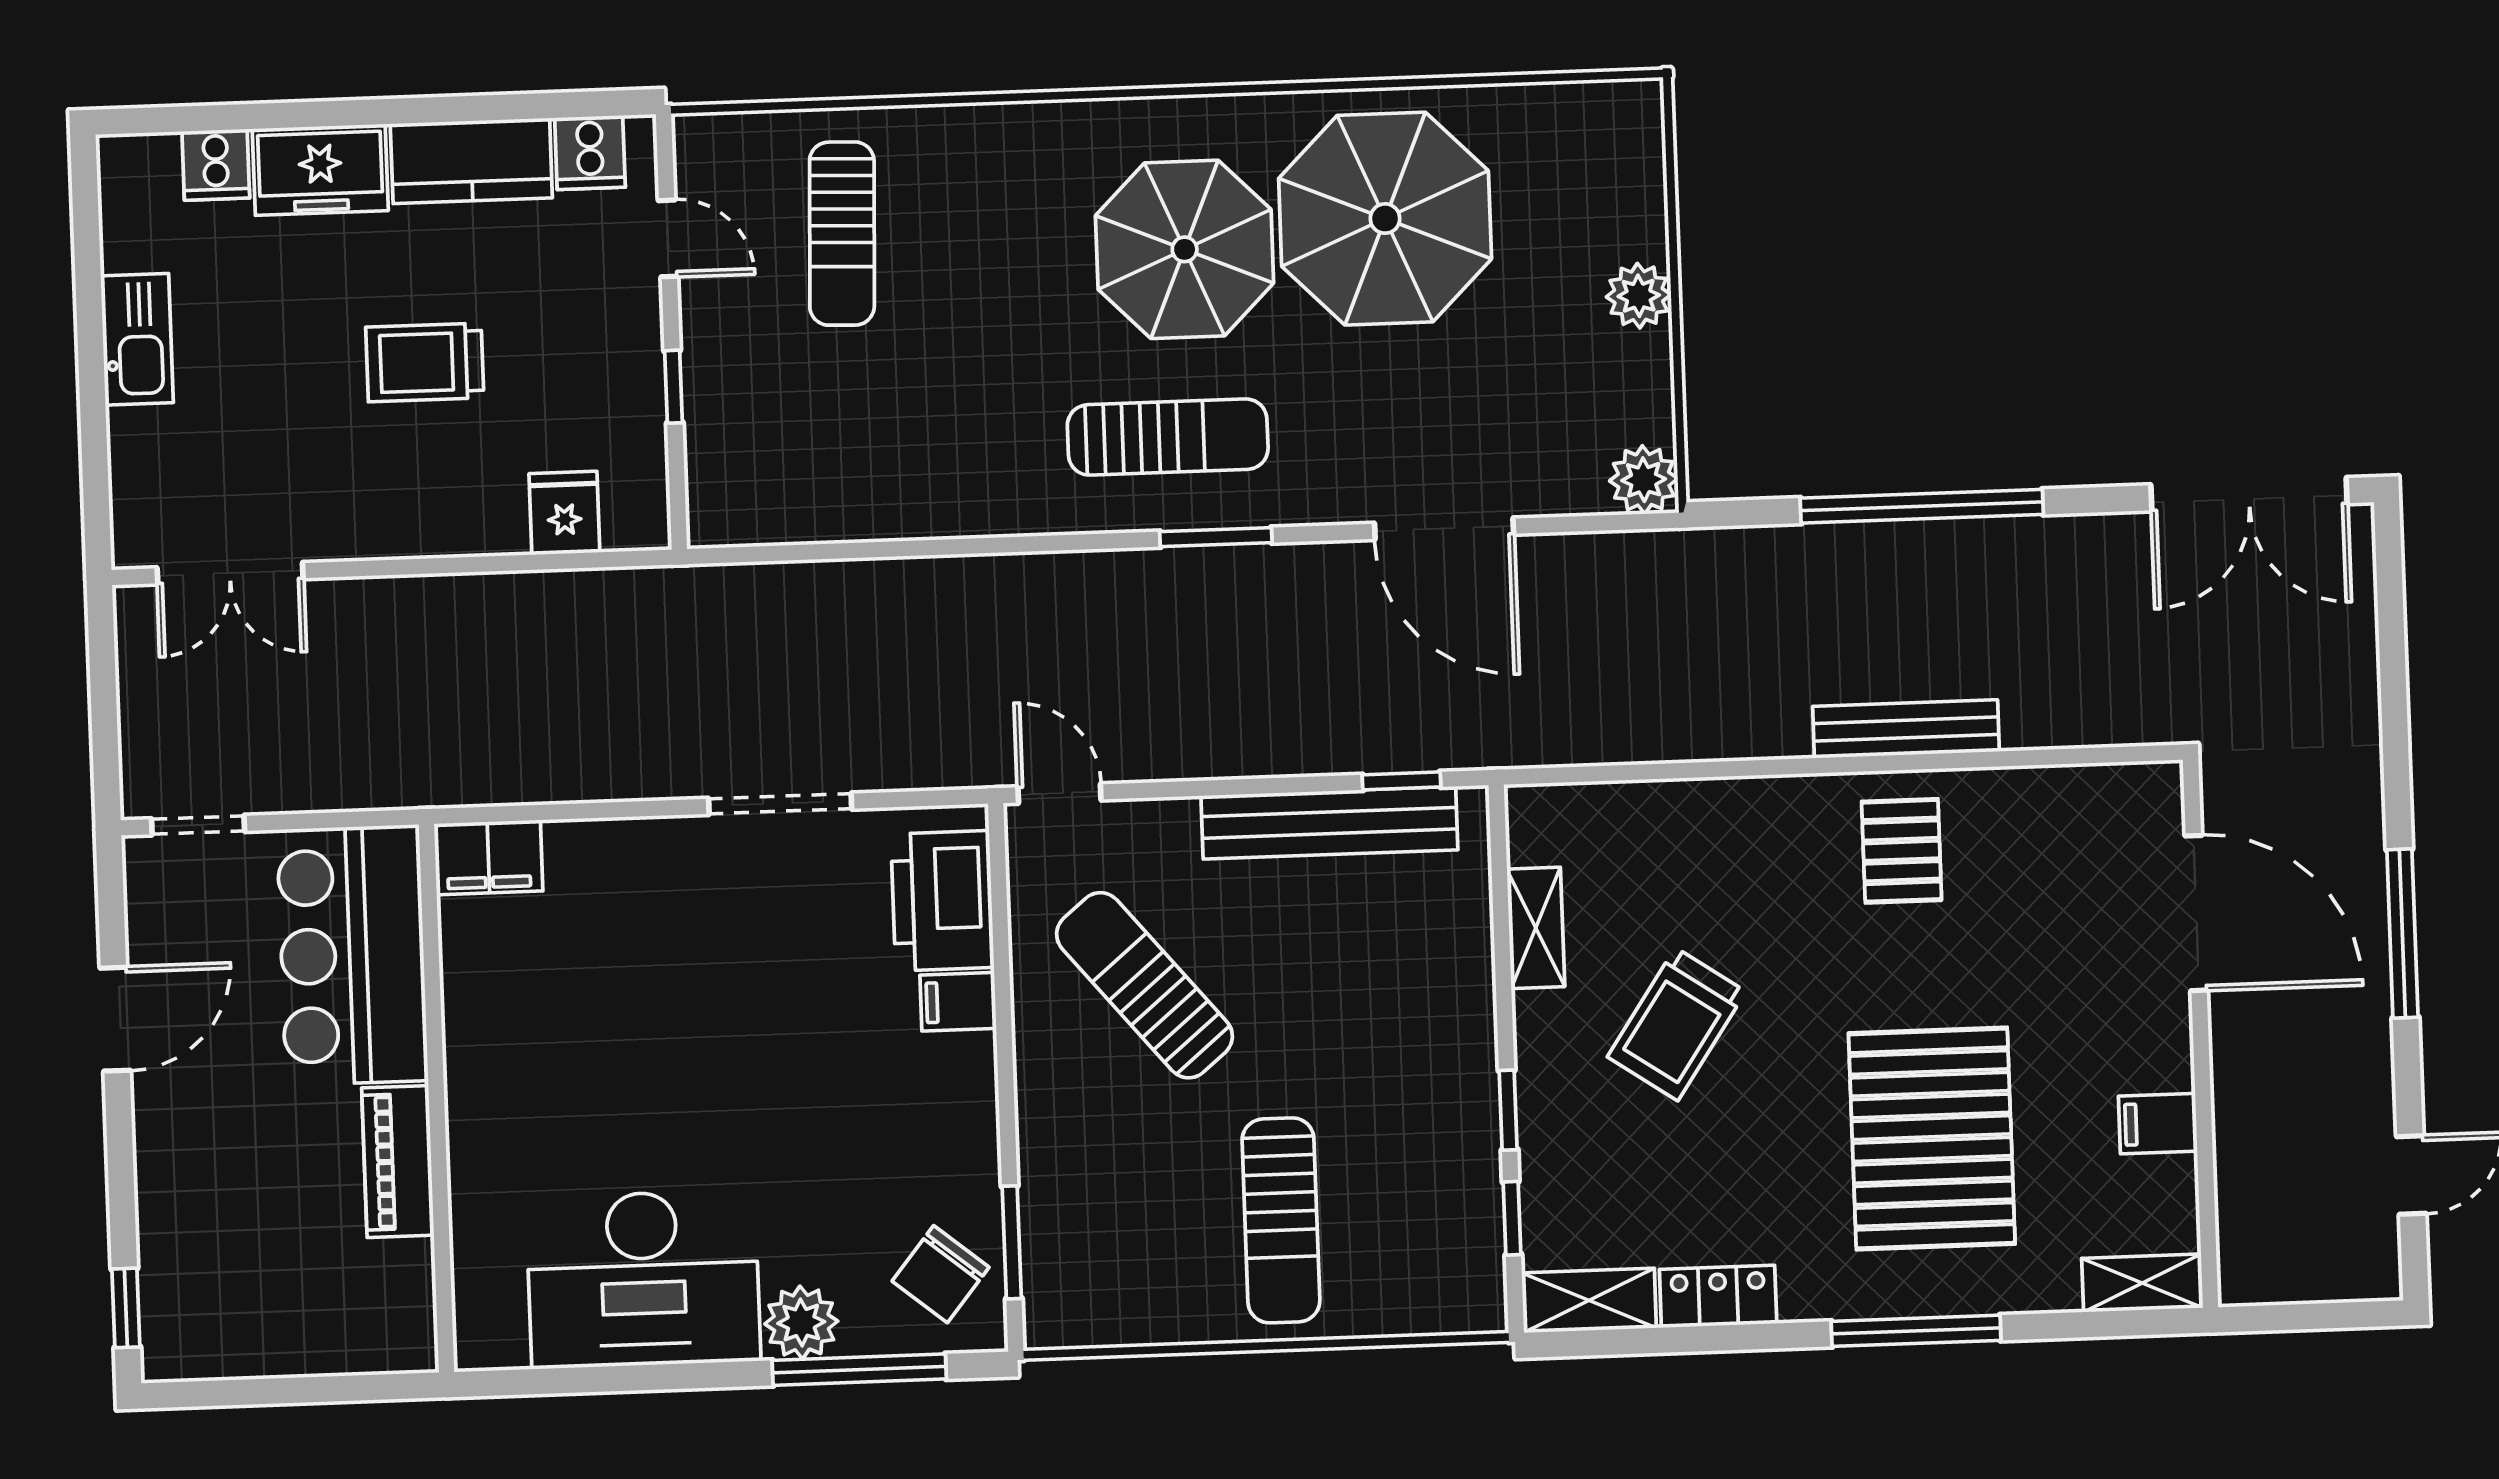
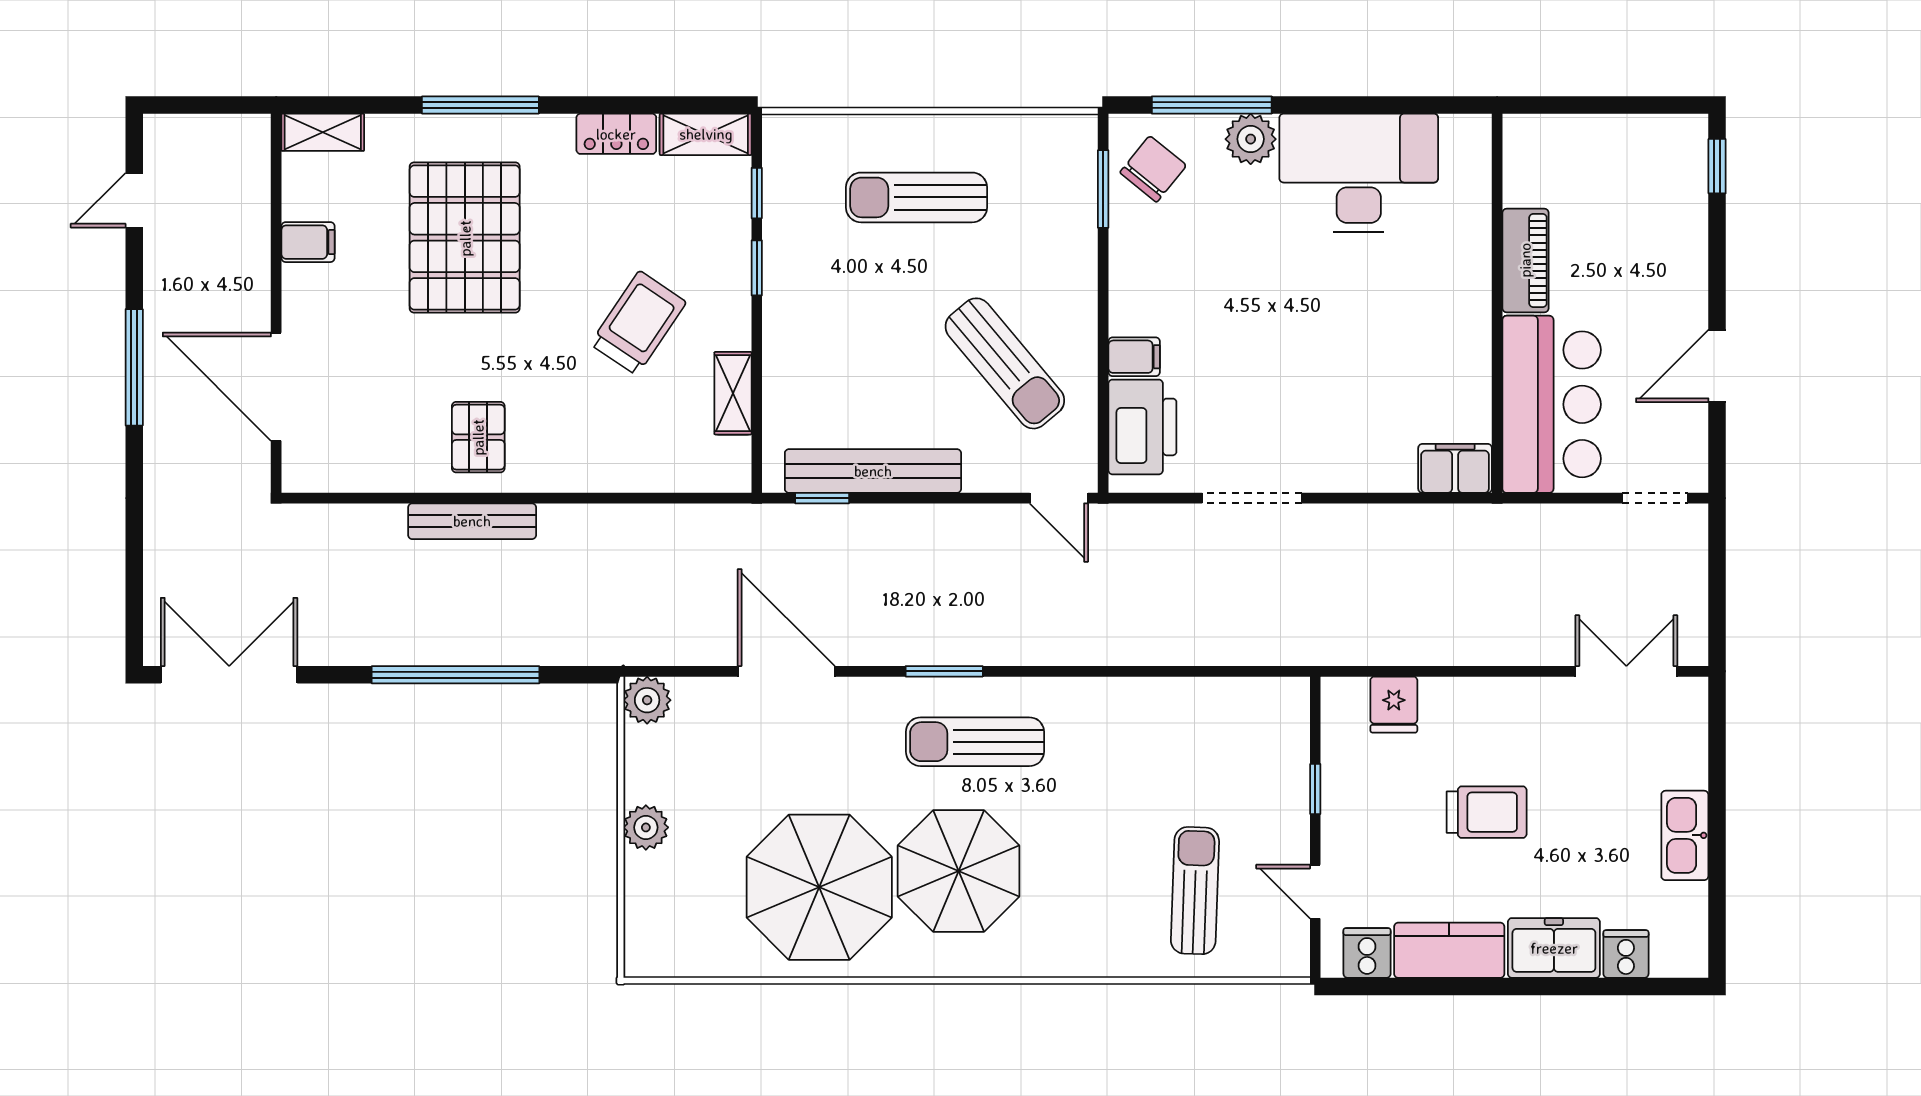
sun lounger: (1281, 1220) -> (917, 197), turned -90

